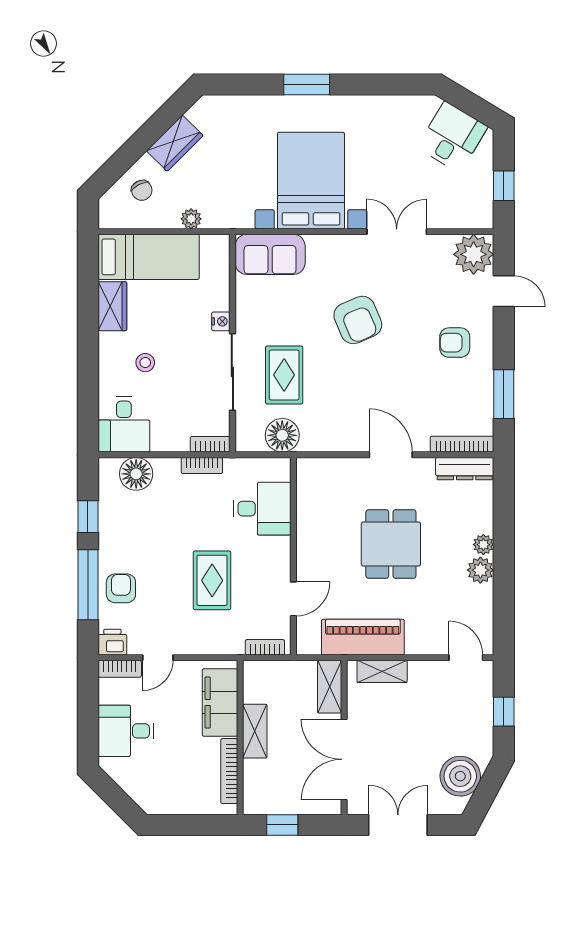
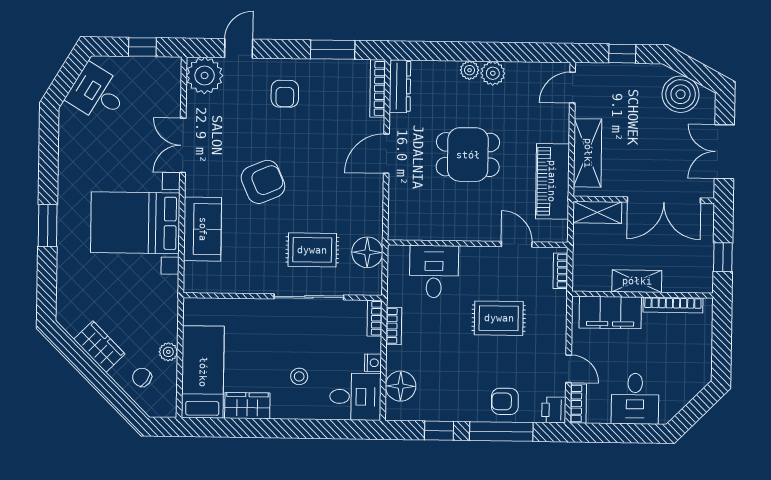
chair: (142, 190) -> (142, 377), turned -118
plant: (191, 219) -> (168, 352), moved
sofa: (270, 254) -> (203, 229), moved
nightstand: (221, 321) -> (373, 363), moved, turned 90
shelving: (382, 671) -> (588, 153), width x1.50, depth x1.33

